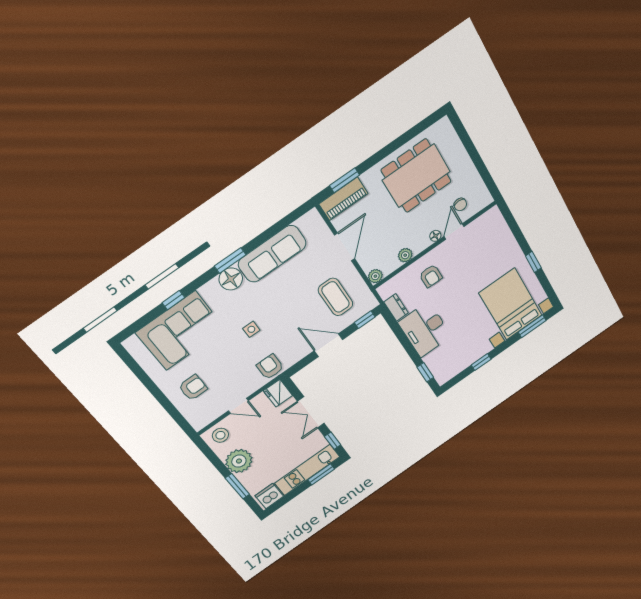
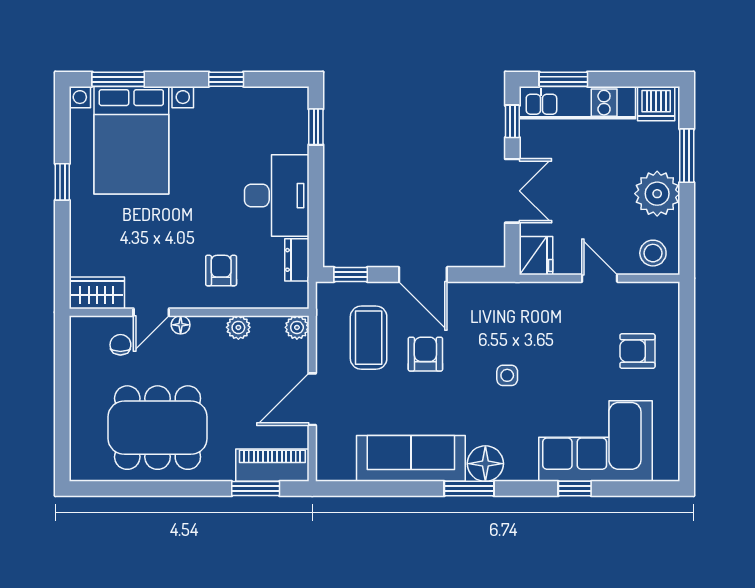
wardrobe: (487, 222) -> (97, 293), added
armchair: (270, 367) -> (425, 354), moved, turned 180

